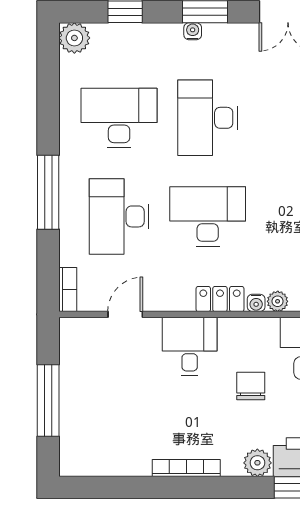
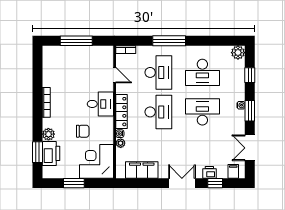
desk: (119, 118) -> (202, 72), turned 90
desk: (119, 216) -> (158, 72), turned 90
locker: (220, 299) -> (122, 112), width x1.53

